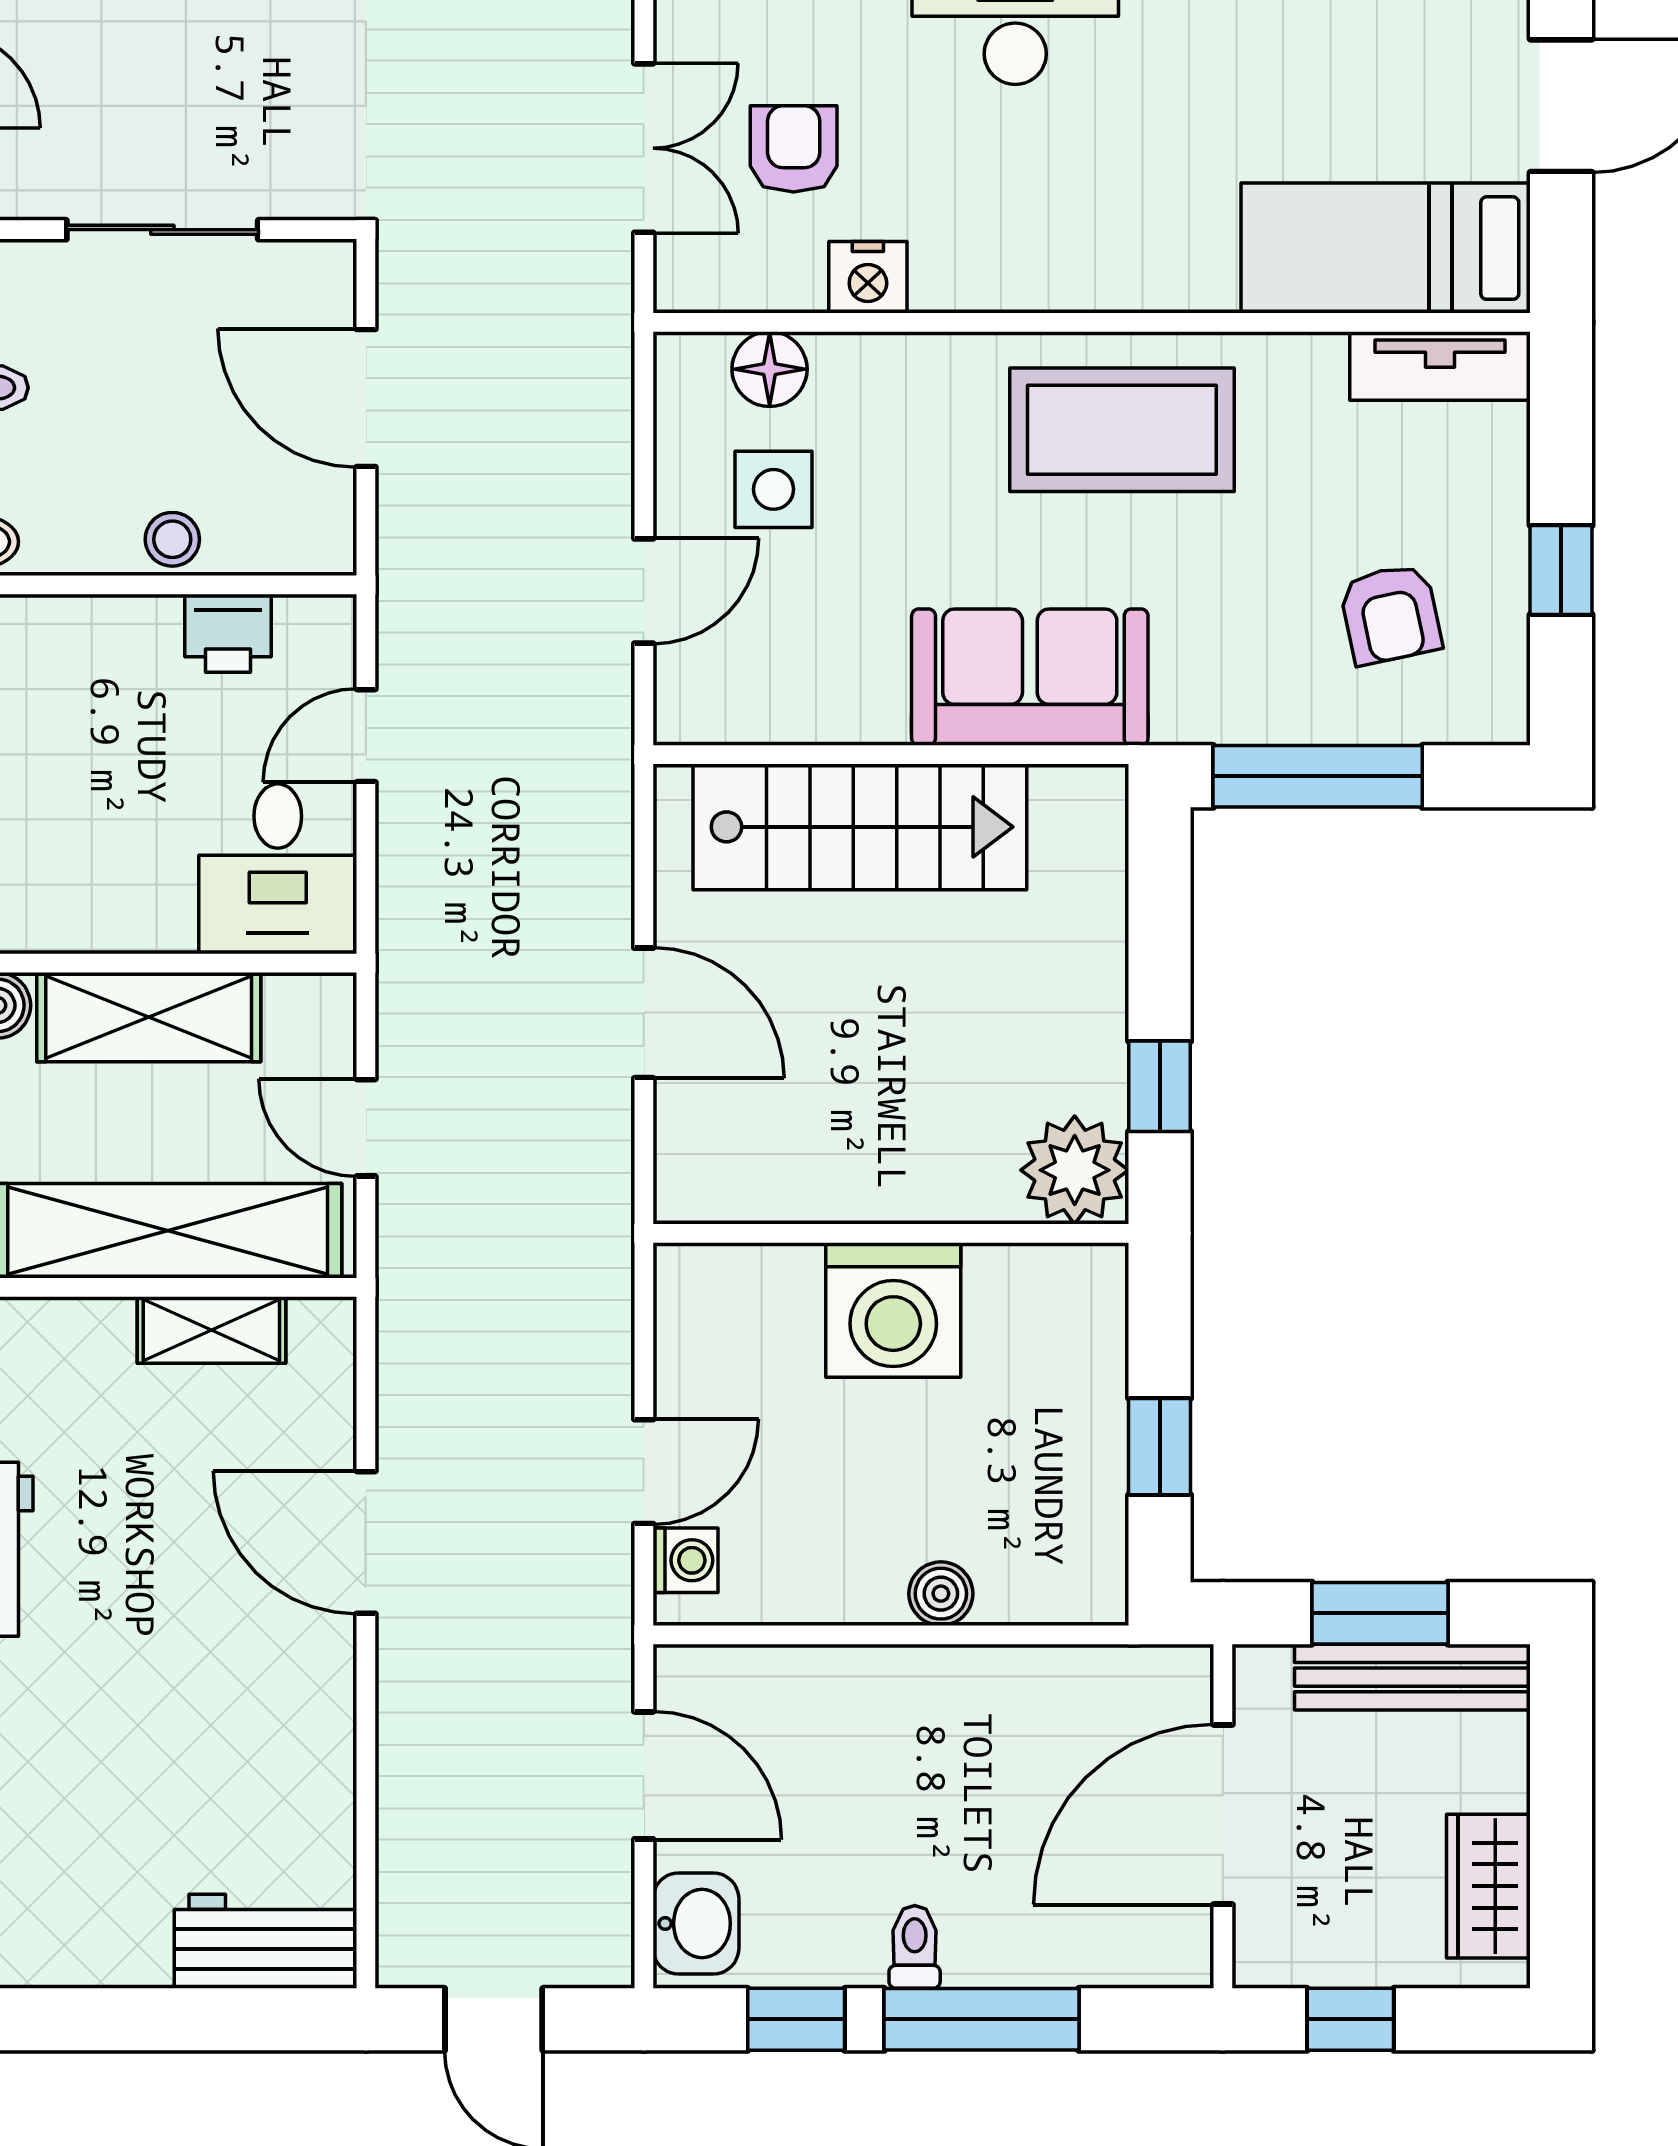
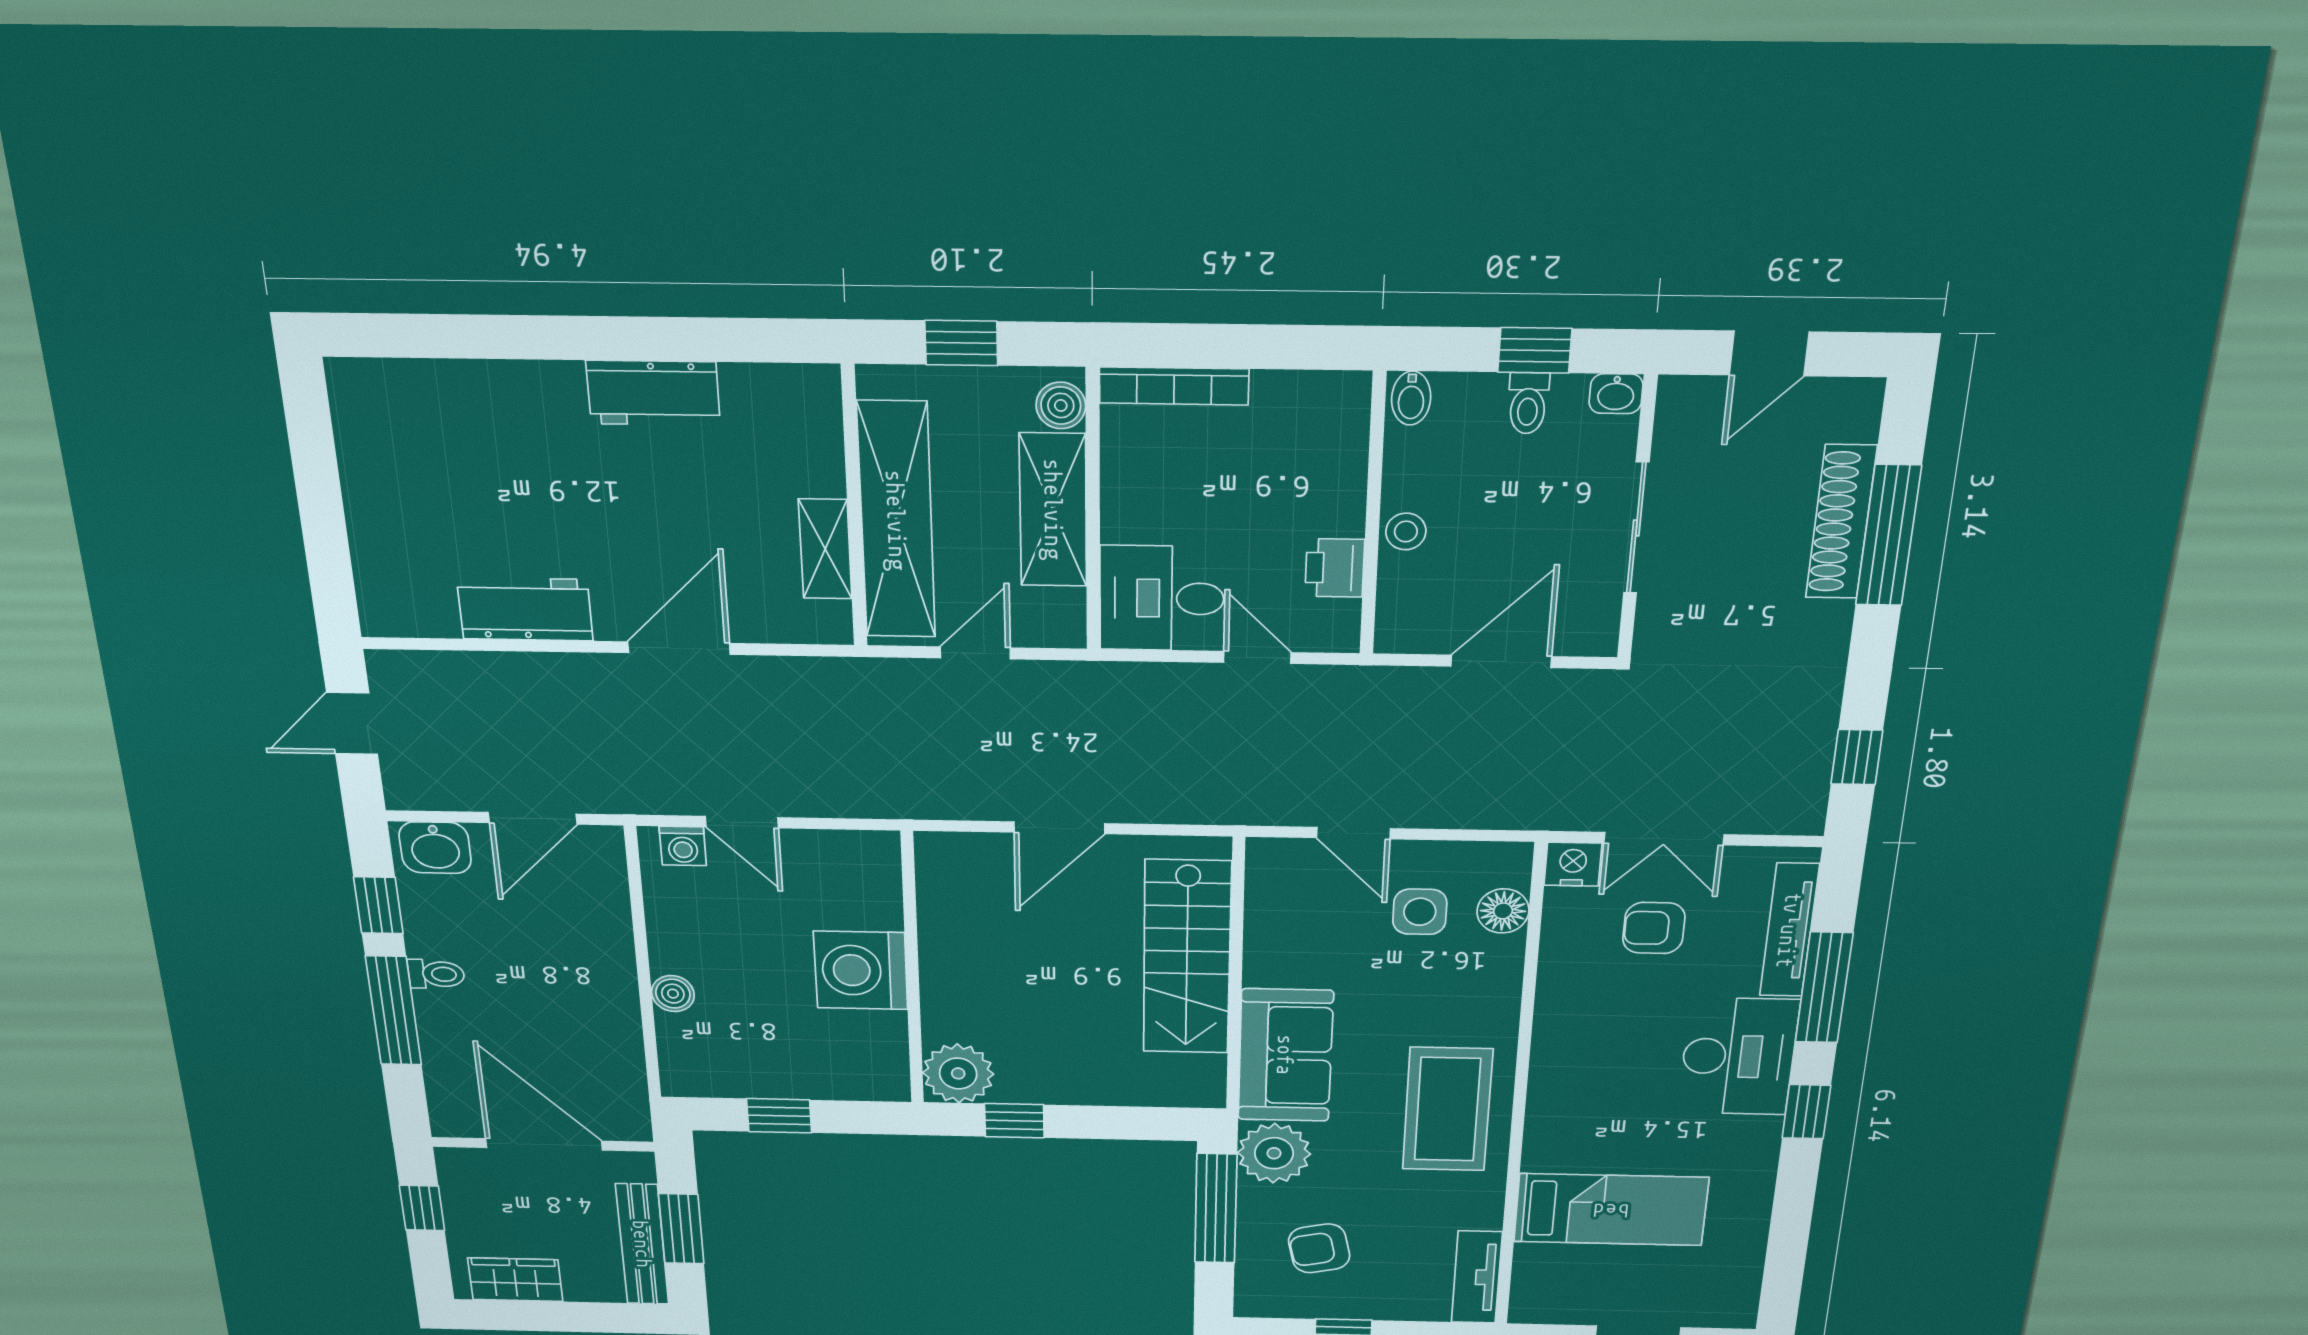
armchair: (794, 149) -> (1654, 928), turned 180
bed: (1386, 248) -> (1611, 1210), moved, turned 90
nightstand: (868, 277) -> (1573, 864), moved, turned 90
plant: (1210, 689) -> (1274, 1153), added
workbench: (266, 1941) -> (525, 609), moved, turned -90

